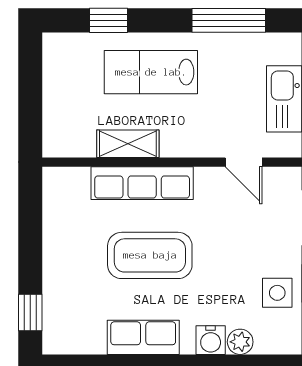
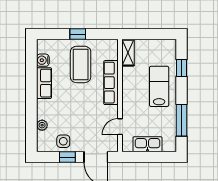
shelving: (128, 144) -> (128, 53), moved
coffee table: (150, 255) -> (81, 64), moved
window: (30, 312) -> (78, 34), moved
water cooler: (211, 340) -> (43, 60), moved

